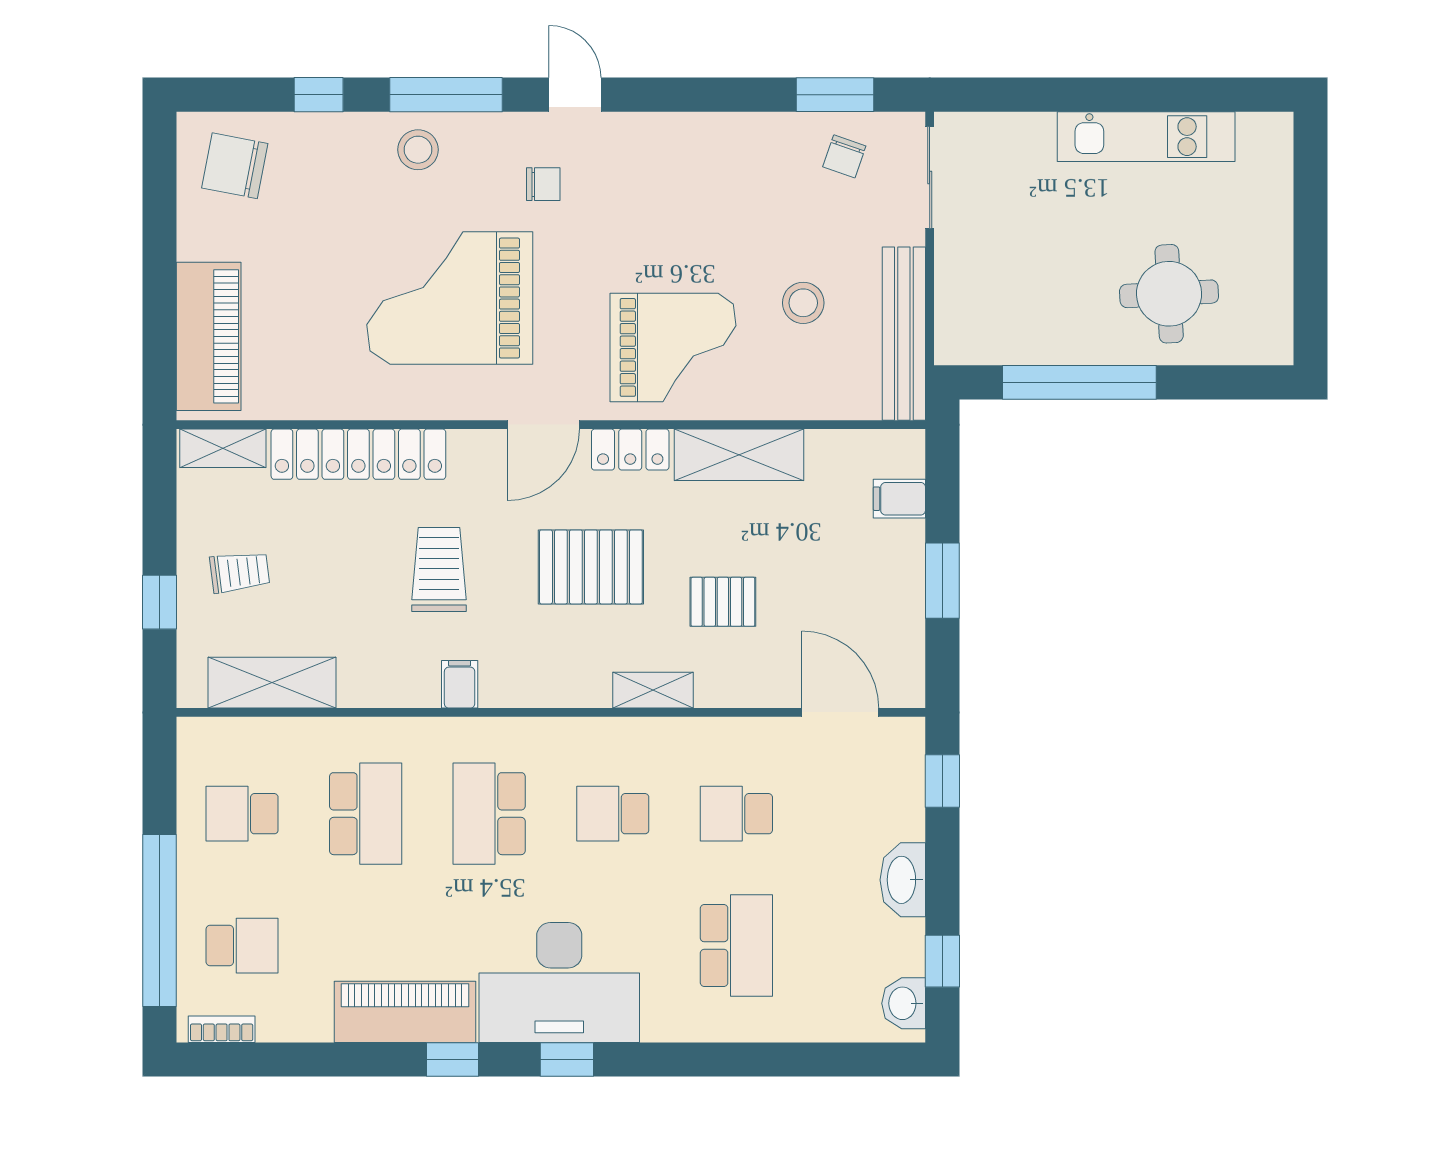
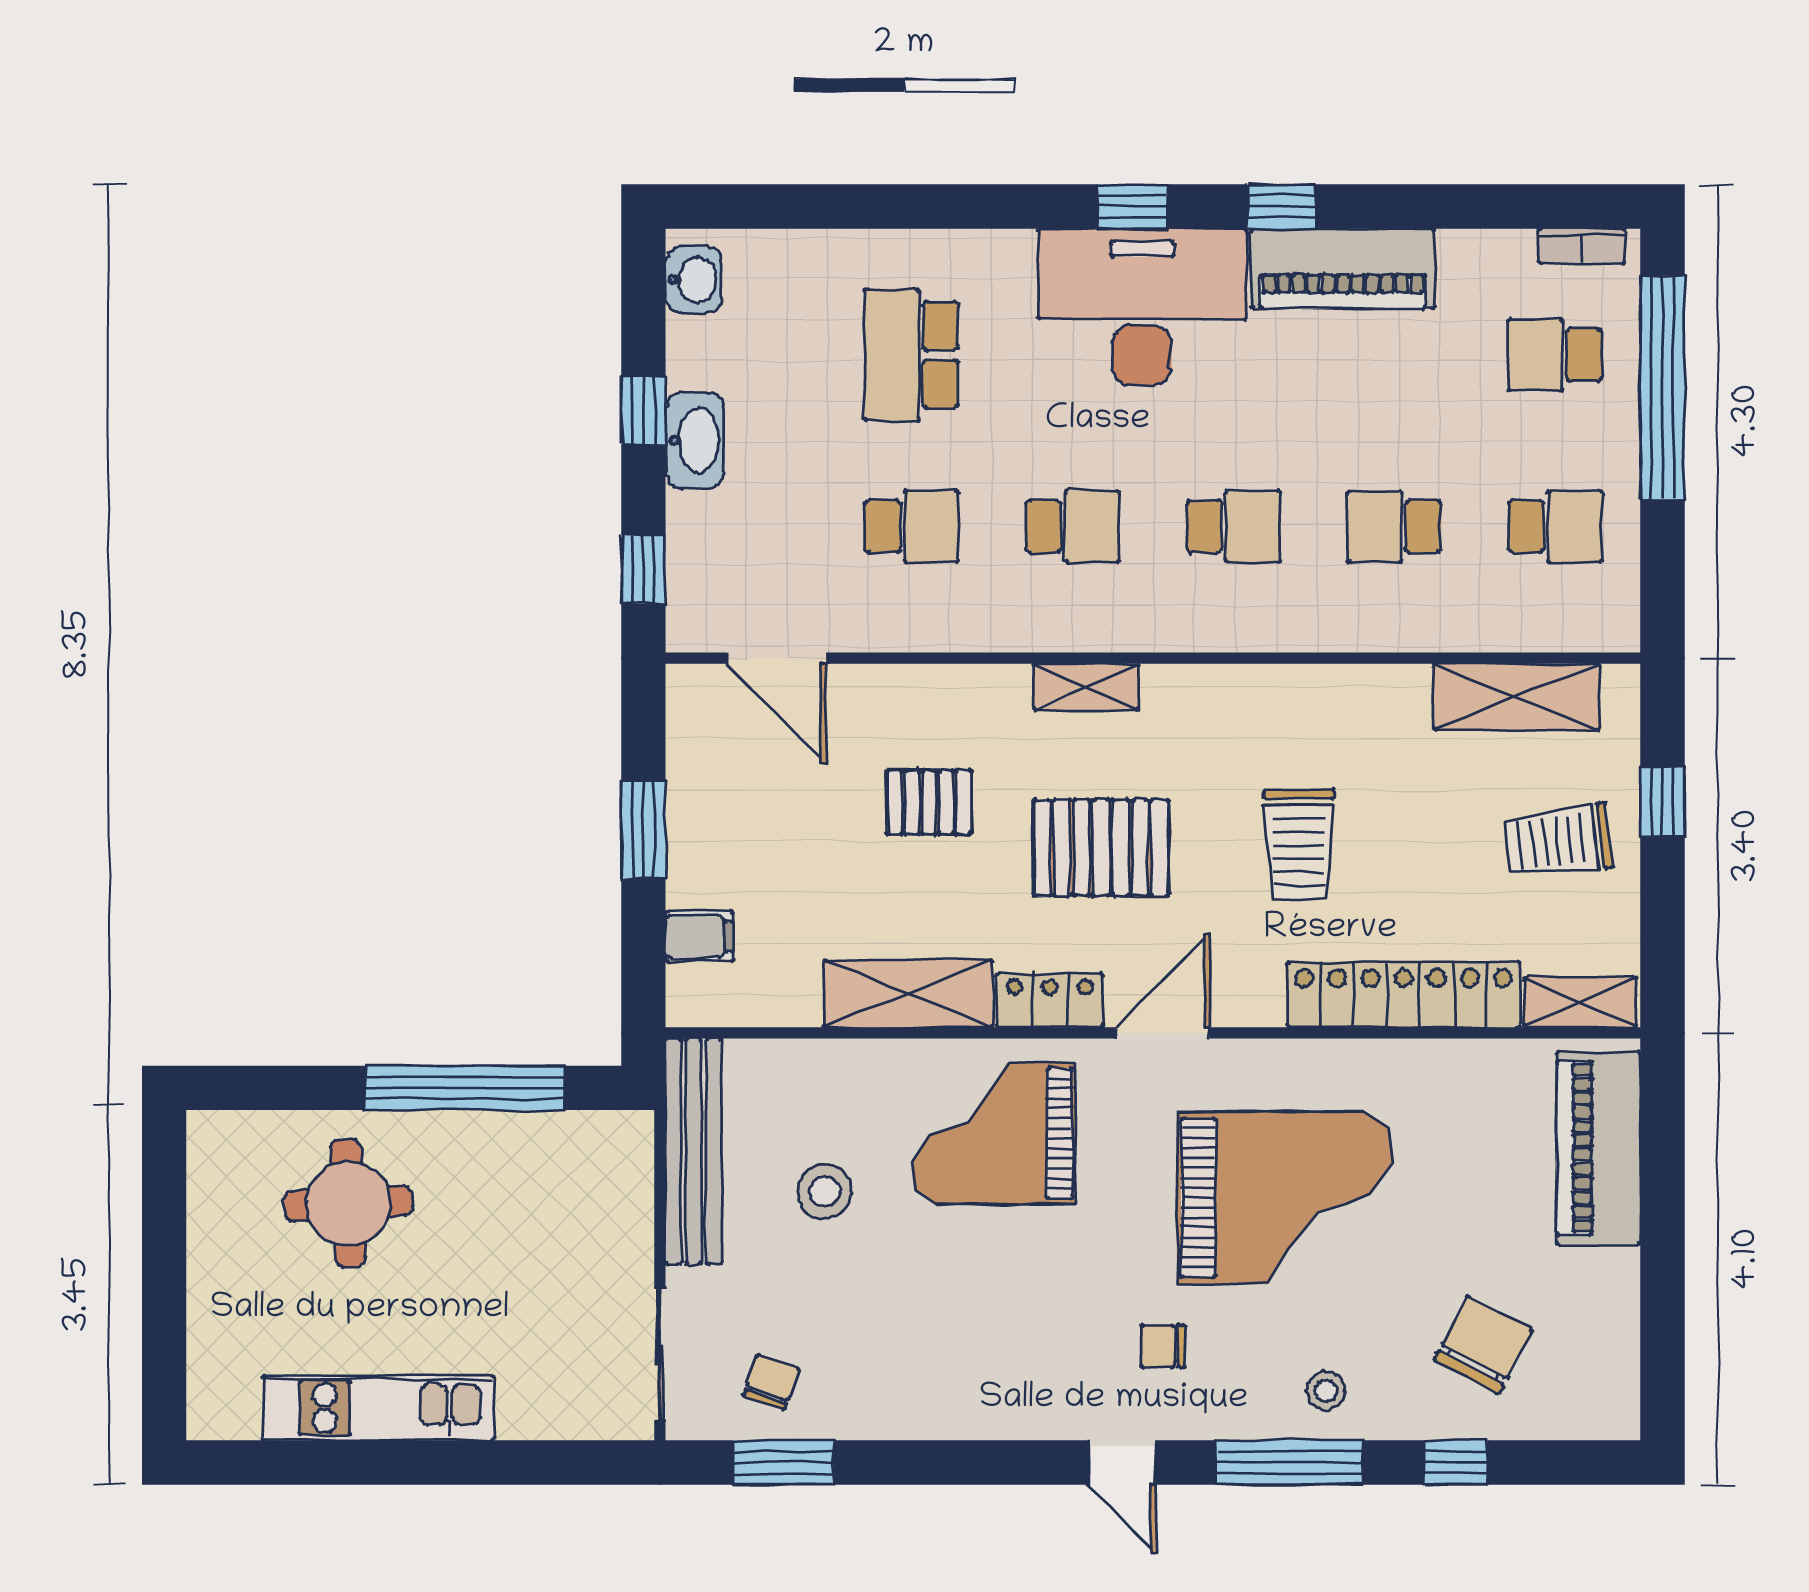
stool: (418, 150) -> (1326, 1391), width x0.73, depth x0.73
chair: (235, 166) -> (1483, 1345), moved, turned -73
trolley: (240, 572) -> (1558, 841), width x1.36, depth x1.39
filing cabinet: (460, 684) -> (1272, 695), removed
shelving: (653, 690) -> (1086, 687), moved
school desk: (366, 814) -> (1394, 526), width x0.54
school desk: (489, 814) -> (1233, 526), width x0.54
window: (942, 961) -> (643, 411), moved

